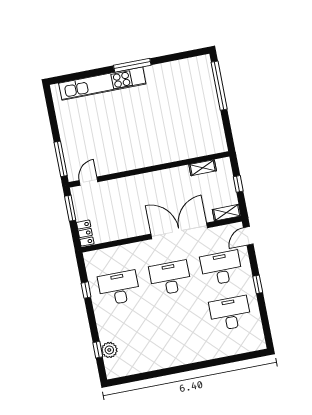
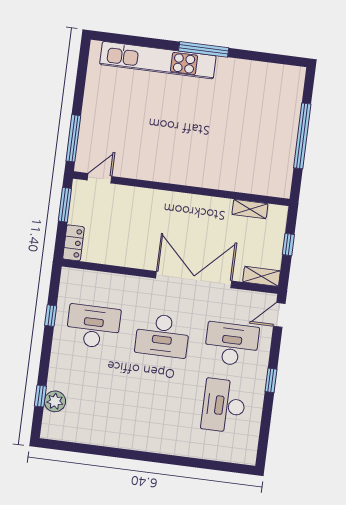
window: (219, 86) -> (302, 136), moved
desk: (170, 278) -> (162, 335), turned 180
desk: (230, 313) -> (224, 406), turned -90

